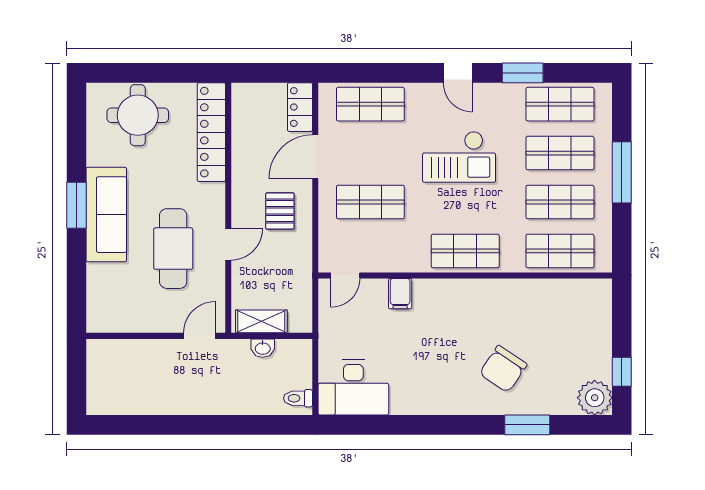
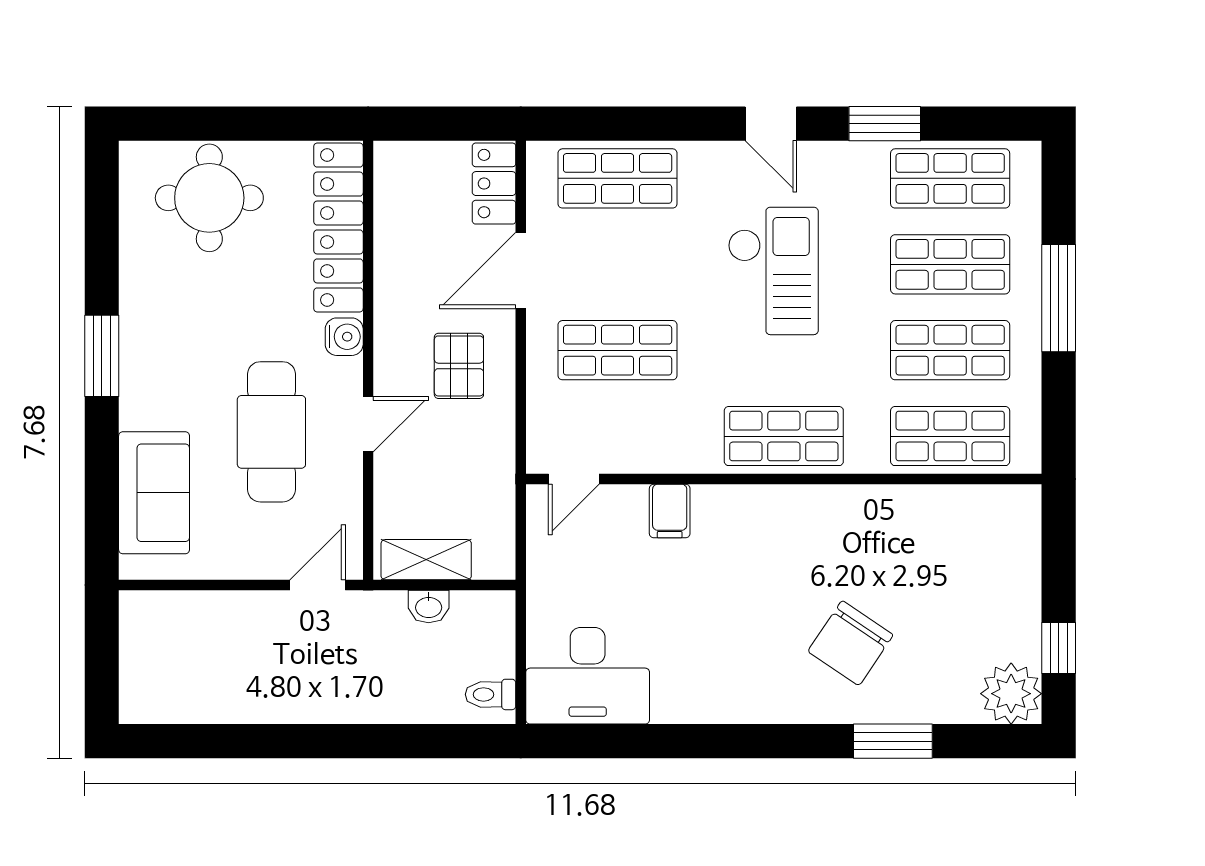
checkout: (459, 157) -> (773, 271), turned -90
water cooler: (215, 194) -> (344, 337), added
sofa: (106, 215) -> (154, 493), moved, width x0.73

